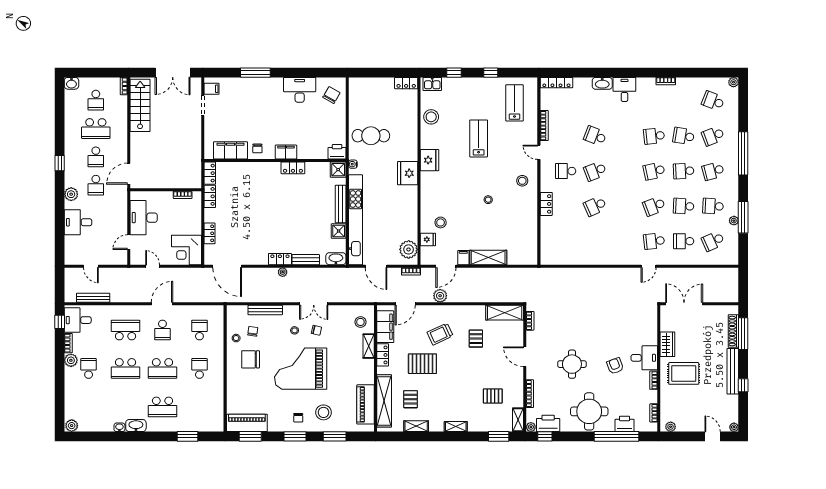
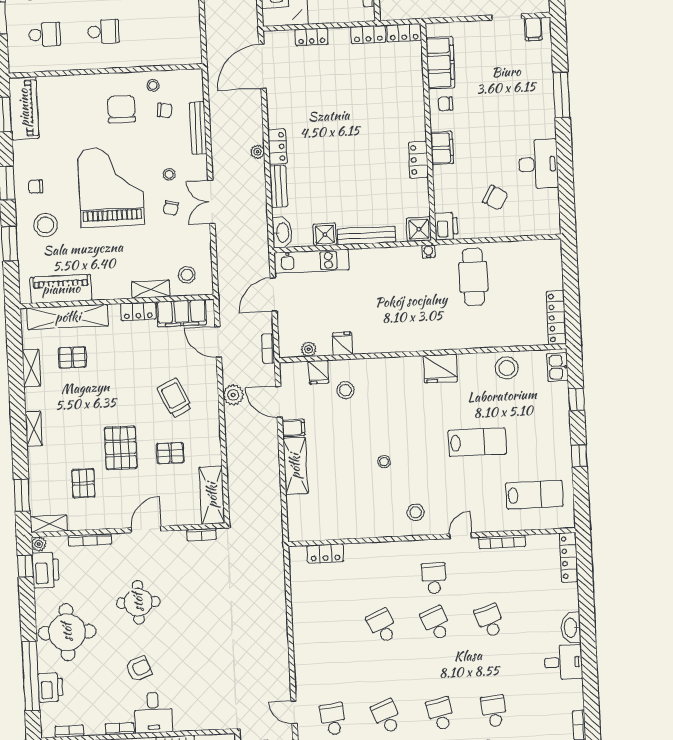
locker: (406, 83) -> (556, 318), width x1.53
chair: (331, 95) -> (495, 198), moved
school desk: (595, 136) -> (490, 621), turned -39
fridge: (408, 173) -> (342, 344), moved, width x0.53, depth x0.75
locker: (546, 204) -> (325, 553), moved
kitchen unit: (356, 220) -> (311, 261), width x0.54
plant: (409, 249) -> (309, 349), width x0.53, depth x0.53
school desk: (199, 330) -> (45, 34), moved
pallet: (422, 364) -> (121, 448), moved

